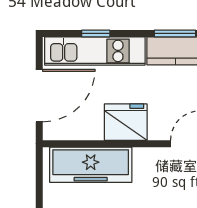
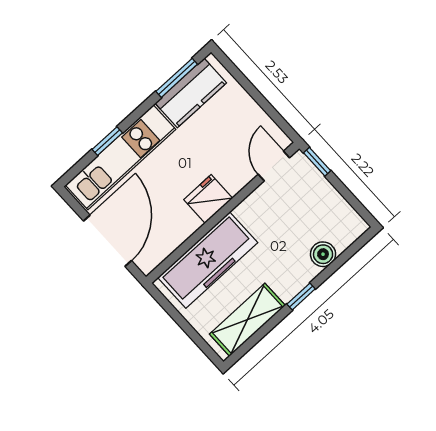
fridge: (126, 122) -> (208, 199), width x0.73, depth x0.75

